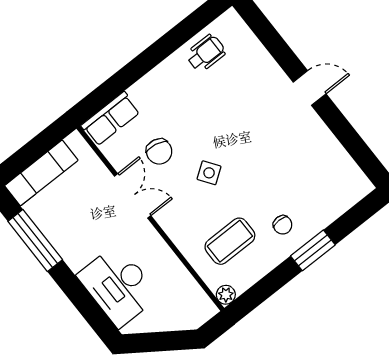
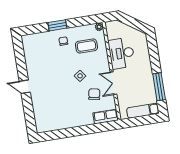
wheelchair: (206, 53) -> (56, 121), removed
desk: (118, 286) -> (121, 53), moved, turned 180

